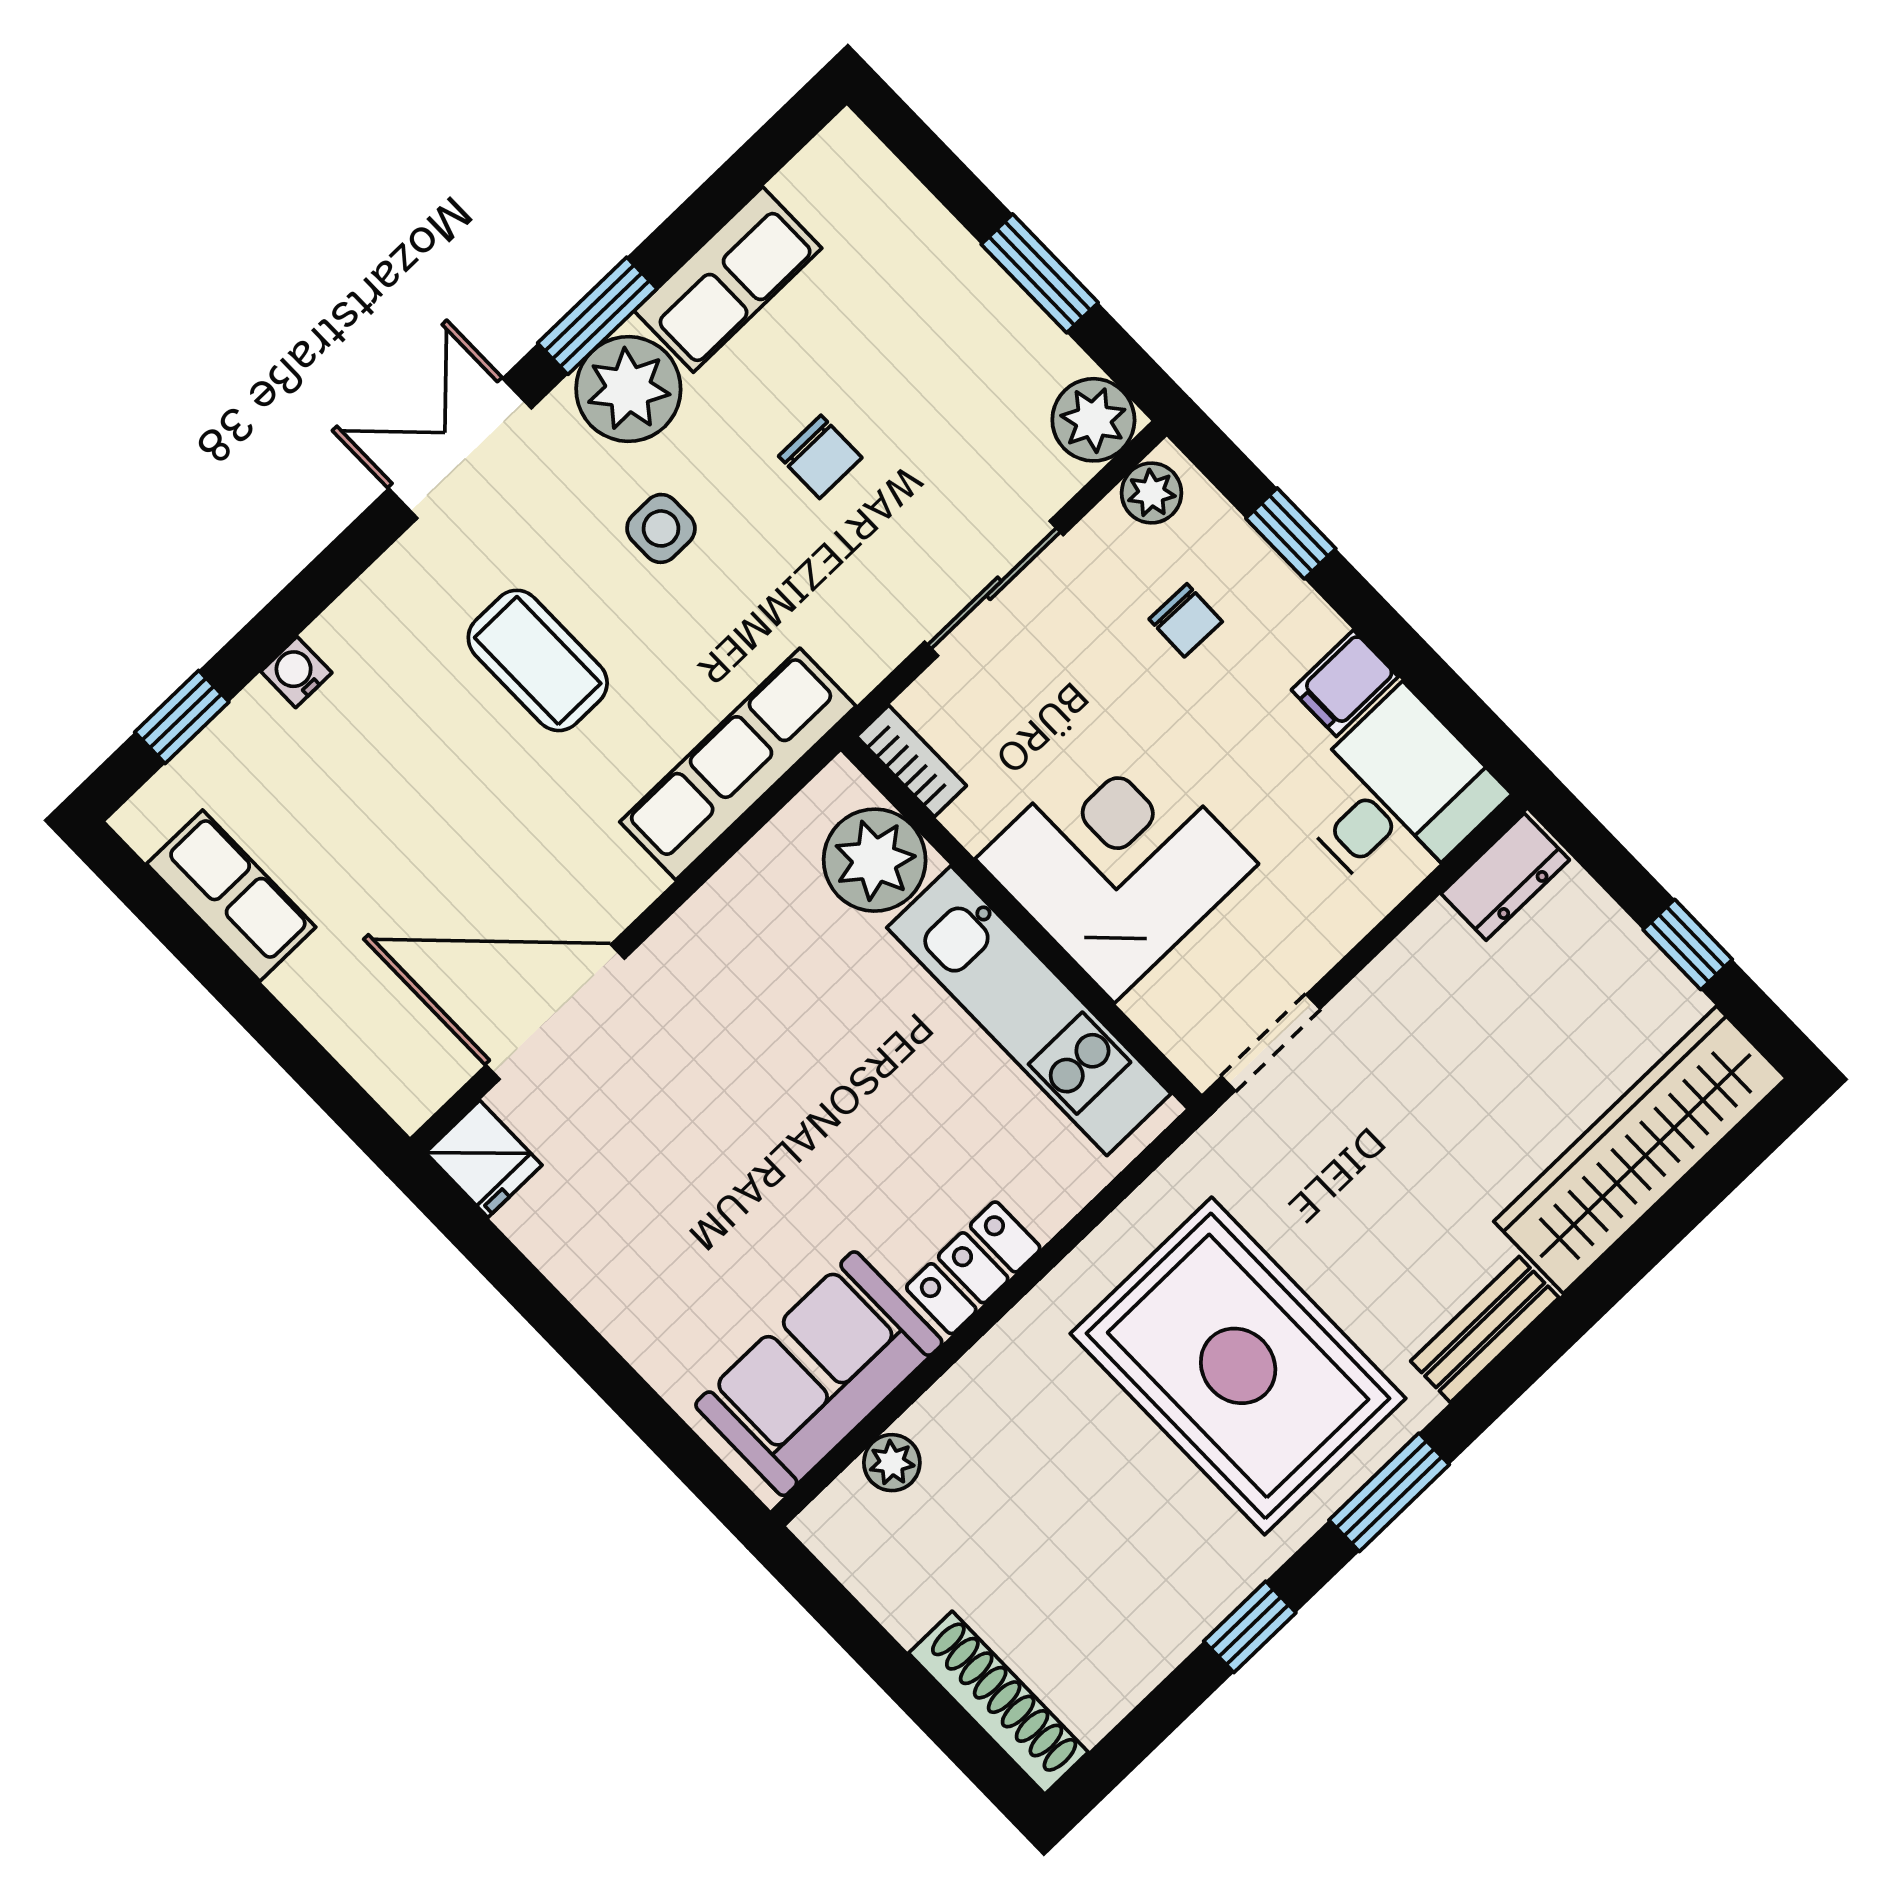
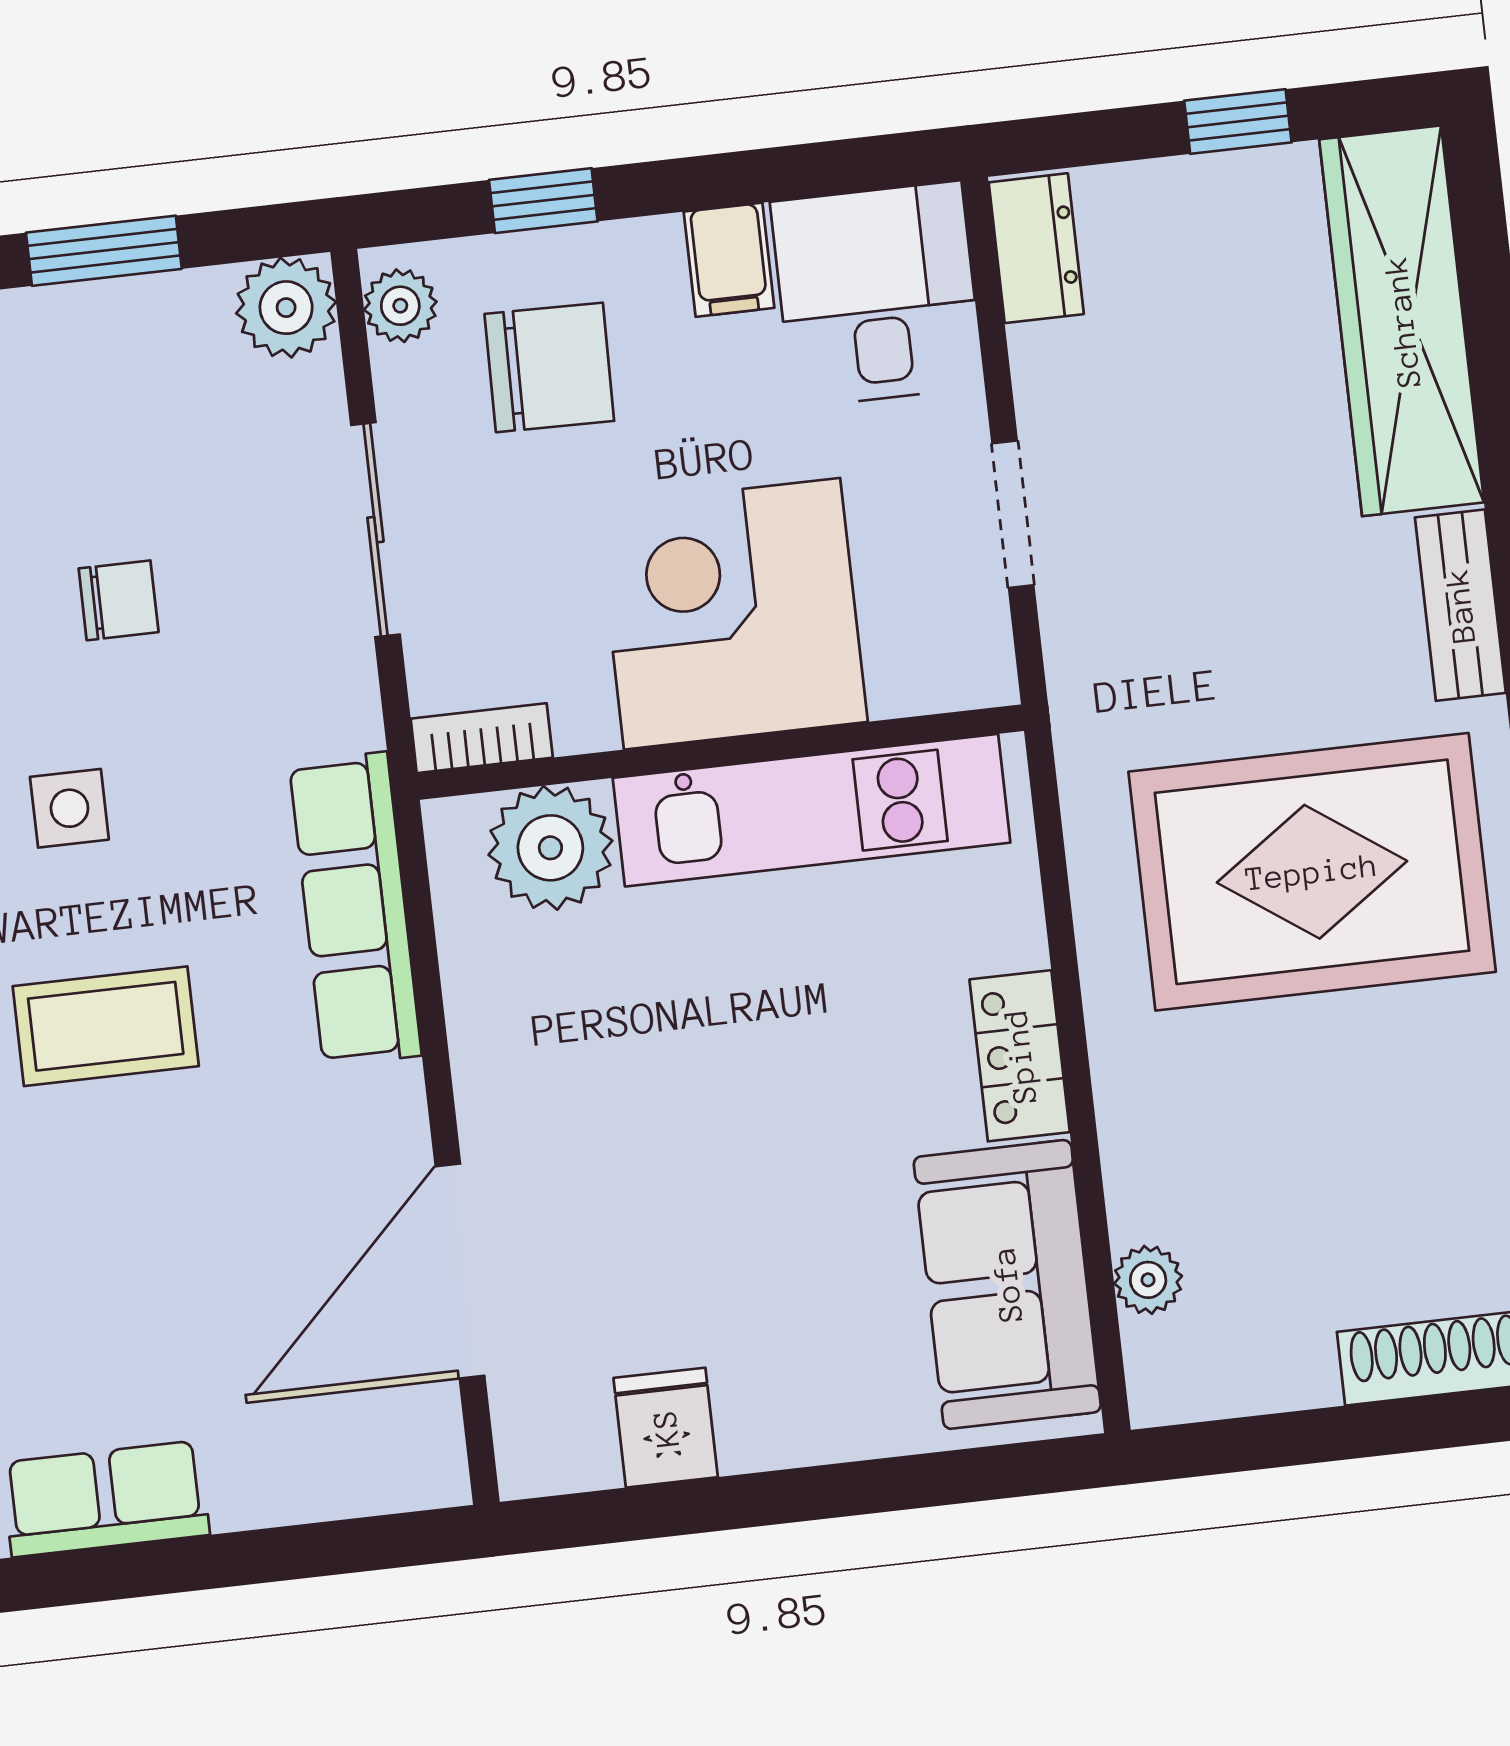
chair: (1186, 620) -> (549, 367), width x1.87, depth x1.87
doorway: (1271, 1043) -> (1013, 514), moved
fridge: (484, 1159) -> (666, 1428), moved, turned -90

